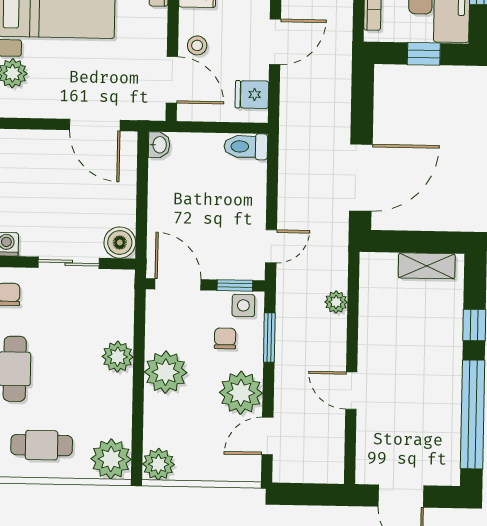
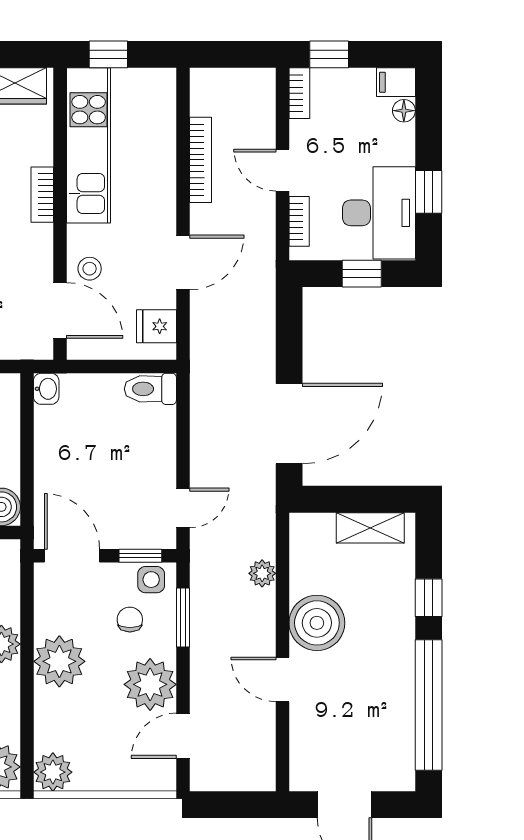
boiler: (381, 344) -> (317, 623), added

